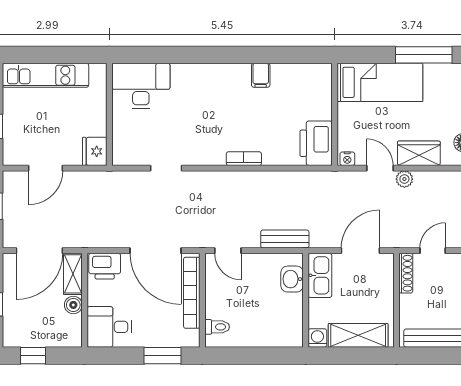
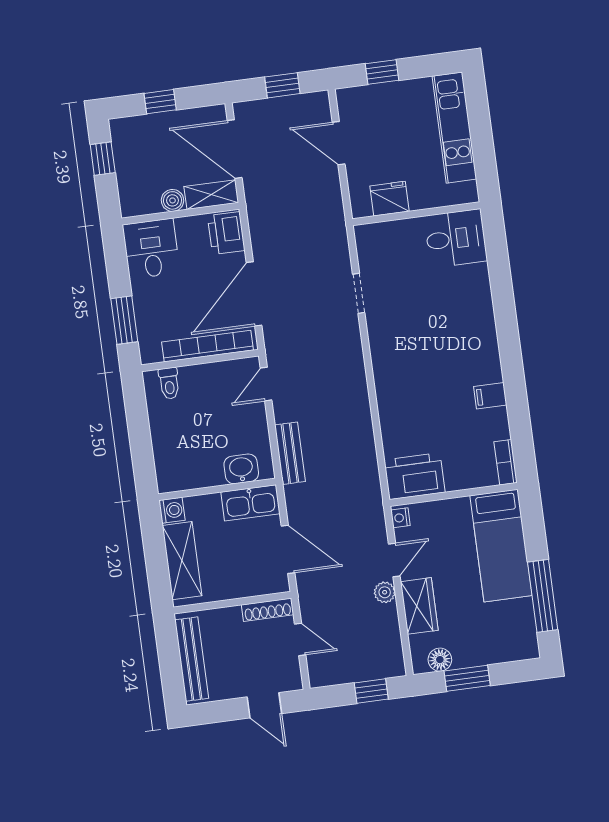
desk: (141, 86) -> (456, 238), width x0.73
fridge: (95, 151) -> (390, 199), moved
bookcase: (244, 159) -> (506, 462), moved, turned 180

